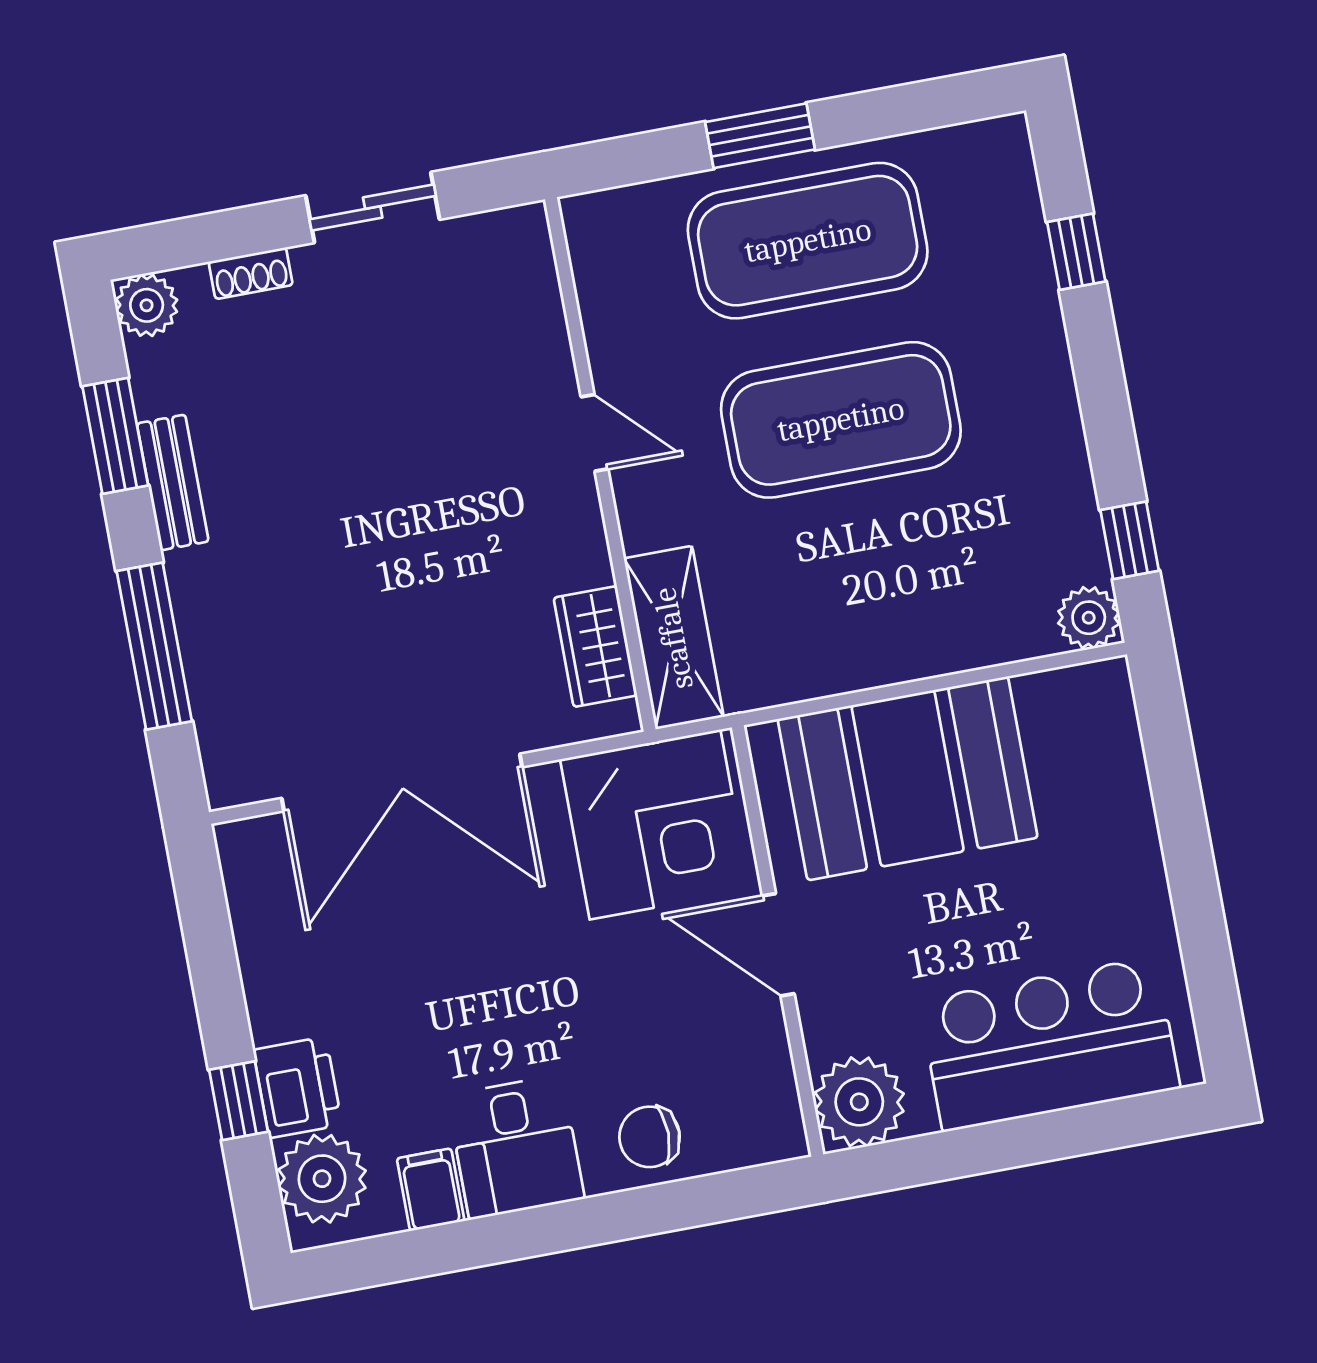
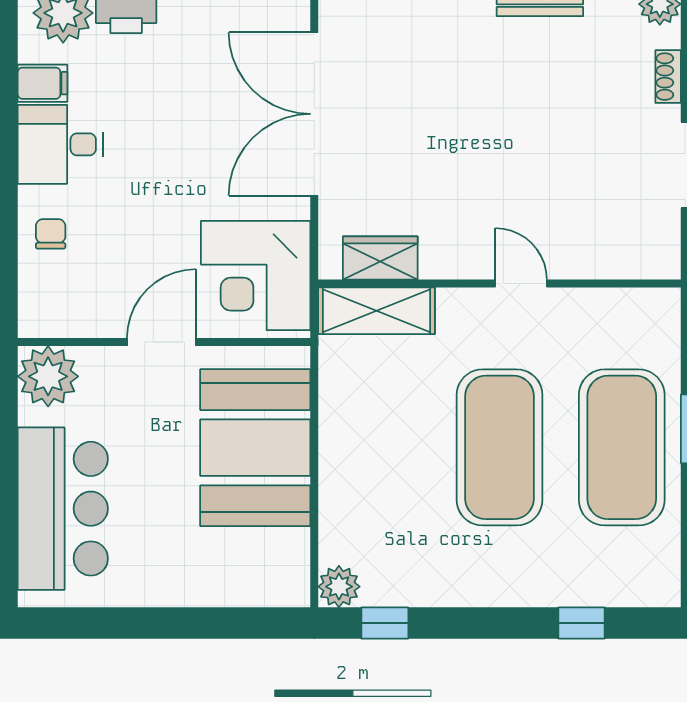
door: (594, 433) -> (521, 284), swing flipped
chair: (650, 1137) -> (51, 234), width x0.73, depth x0.73

